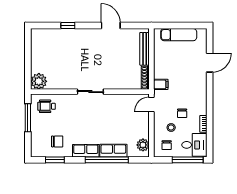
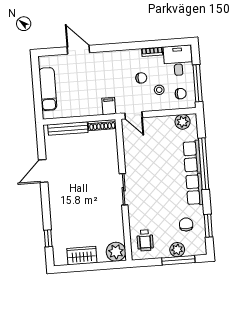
window: (68, 26) -> (48, 238), moved
wardrobe: (38, 53) -> (82, 256), added
window: (28, 118) -> (178, 260), moved
plant: (37, 132) -> (177, 250), added
window: (188, 160) -> (198, 83), moved

